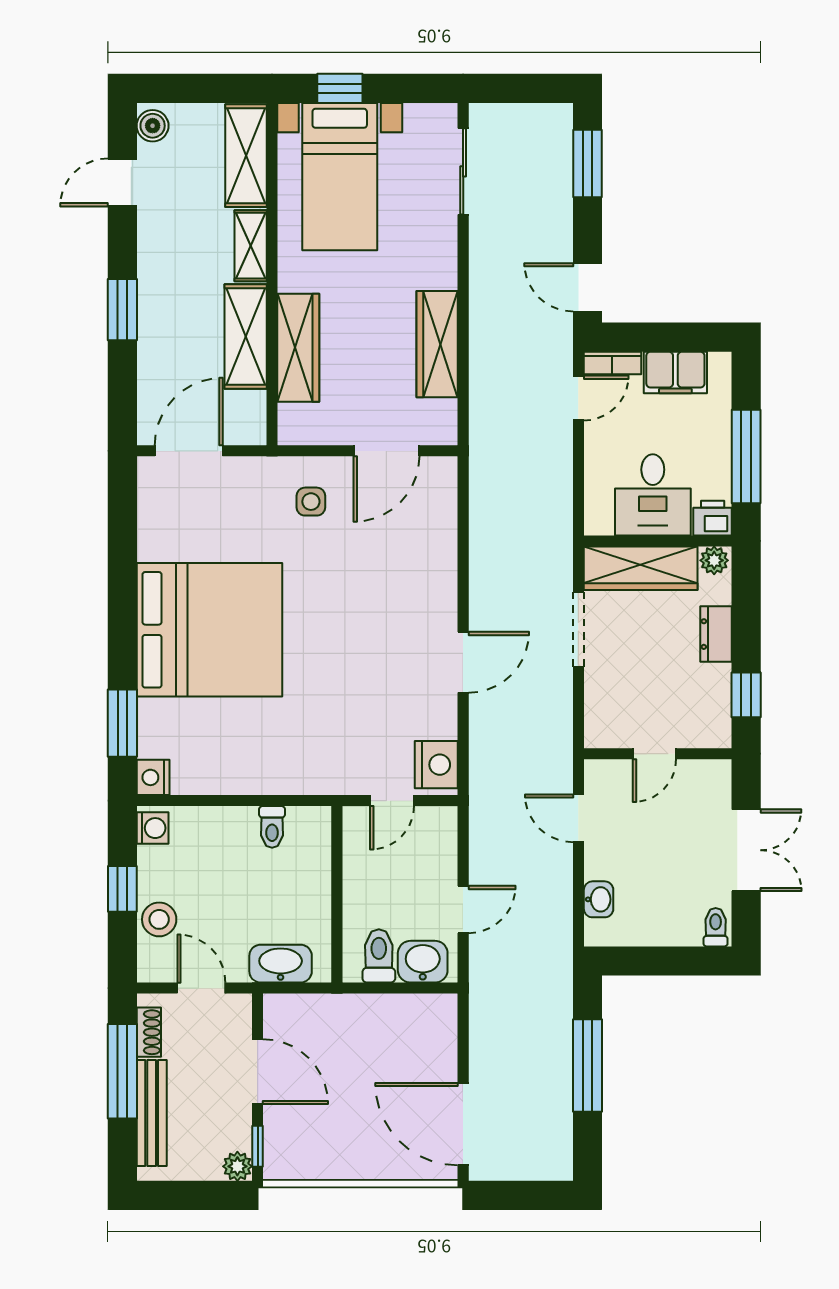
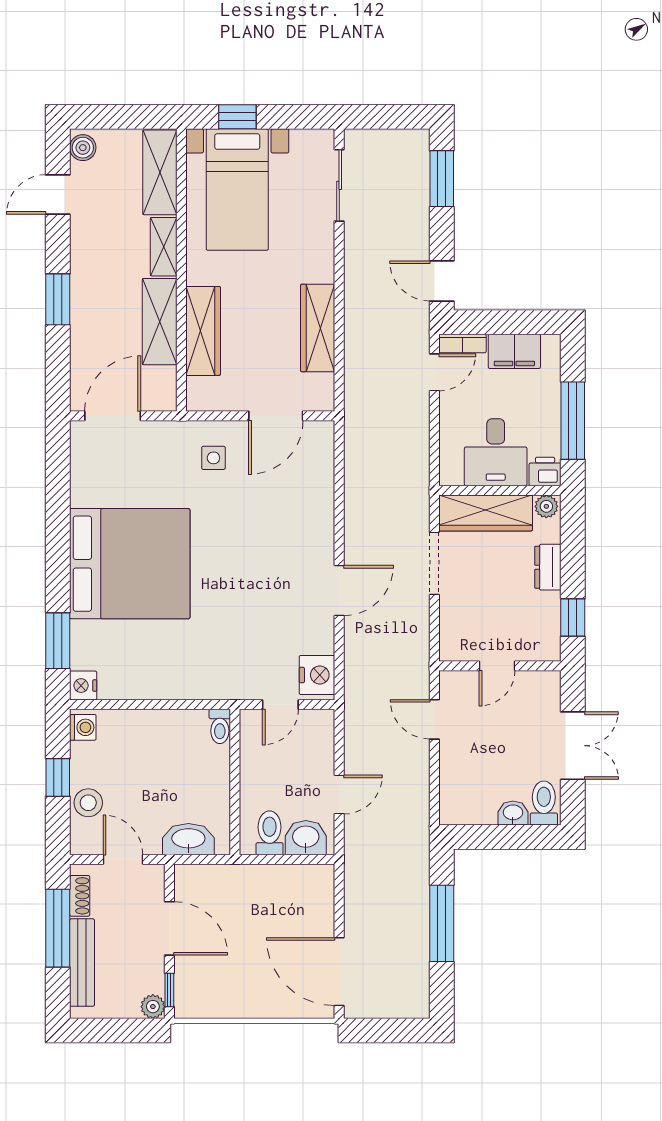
toilet: (272, 827) -> (220, 726), moved
washbasin: (599, 899) -> (513, 813), moved, turned -90
toilet: (716, 927) -> (544, 803), width x1.37, depth x1.39

